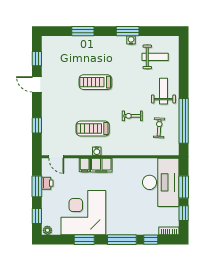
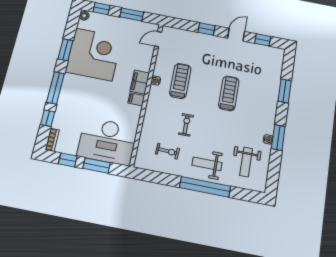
weight bench: (163, 91) -> (207, 164), turned 180
window: (184, 121) -> (205, 187), moved
window: (37, 125) -> (206, 29), moved
filing cabinet: (85, 165) -> (136, 99), moved
printer: (47, 183) -> (133, 25), removed

